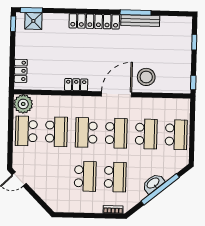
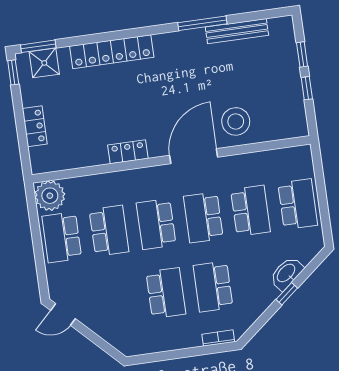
locker: (94, 21) -> (112, 52), moved
bench: (140, 21) -> (237, 31), moved
locker: (21, 71) -> (35, 126), moved
window: (193, 83) -> (307, 88), moved
school desk: (116, 133) -> (203, 217), turned 180
school desk: (115, 177) -> (213, 286), turned 180
washbasin: (153, 183) -> (286, 273), moved
window: (160, 189) -> (287, 294), width x0.32

